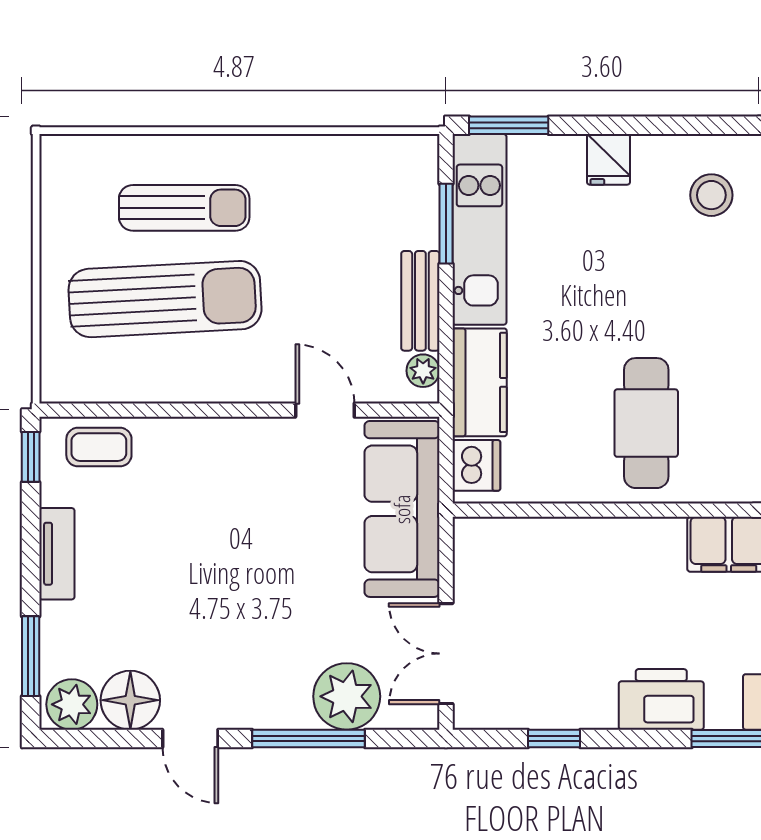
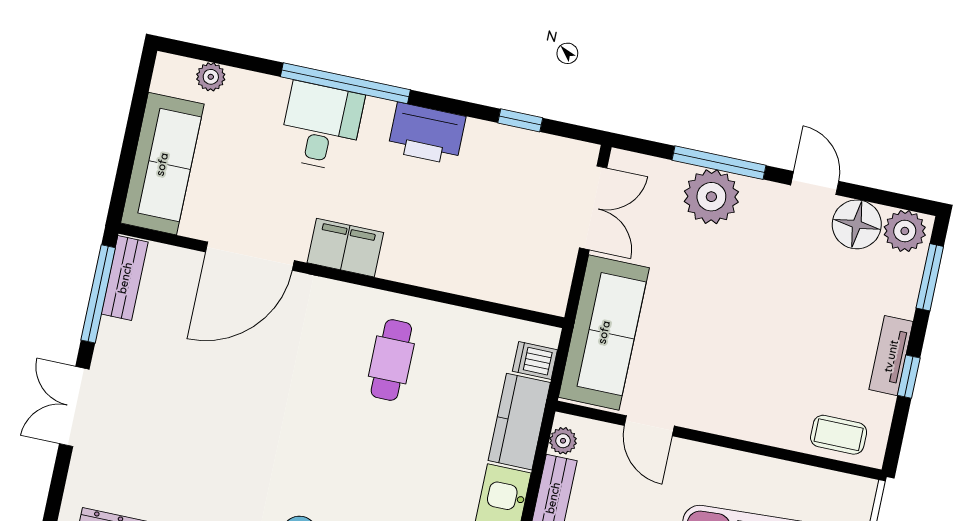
cafe table: (646, 423) -> (391, 360), width x0.73, depth x0.74
window: (31, 457) -> (909, 377), moved
dishwasher: (476, 465) -> (535, 361), width x0.73
plant: (347, 696) -> (711, 197), moved

